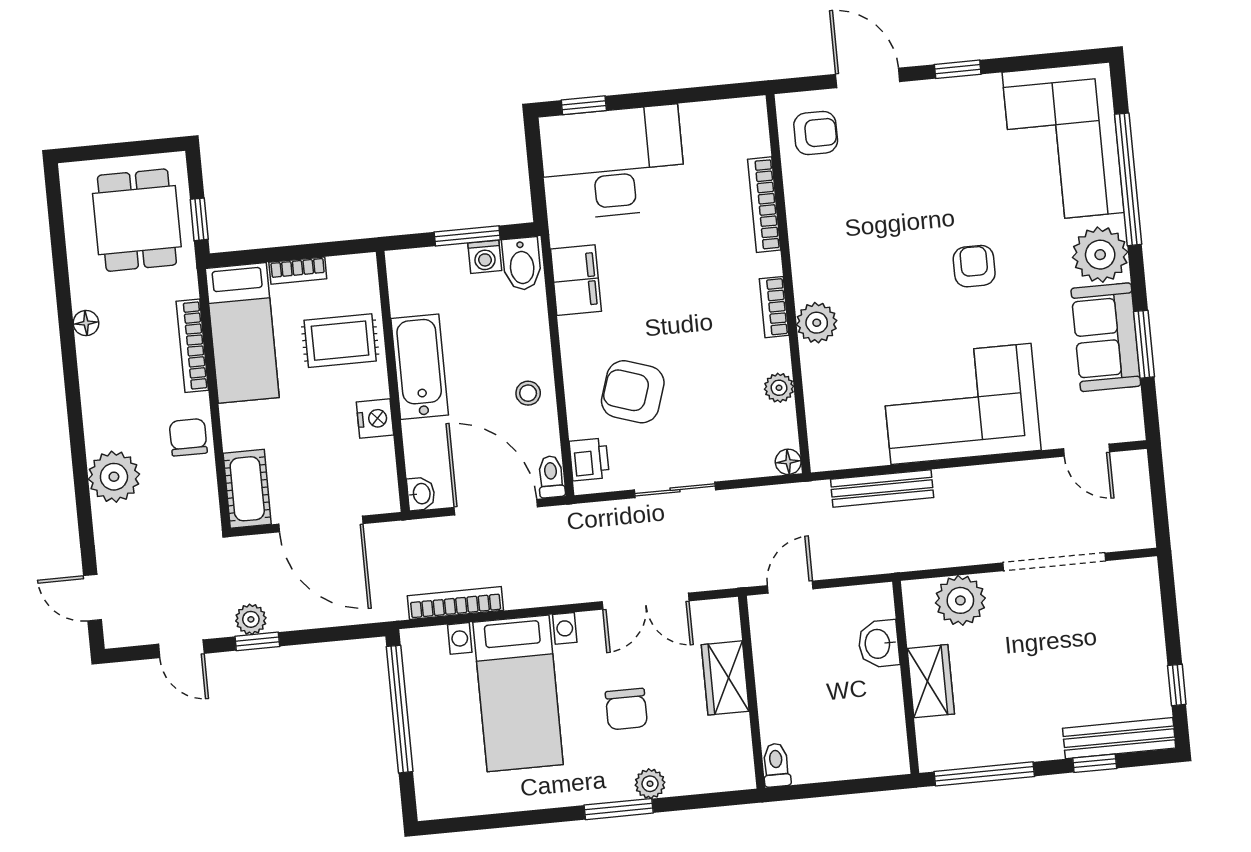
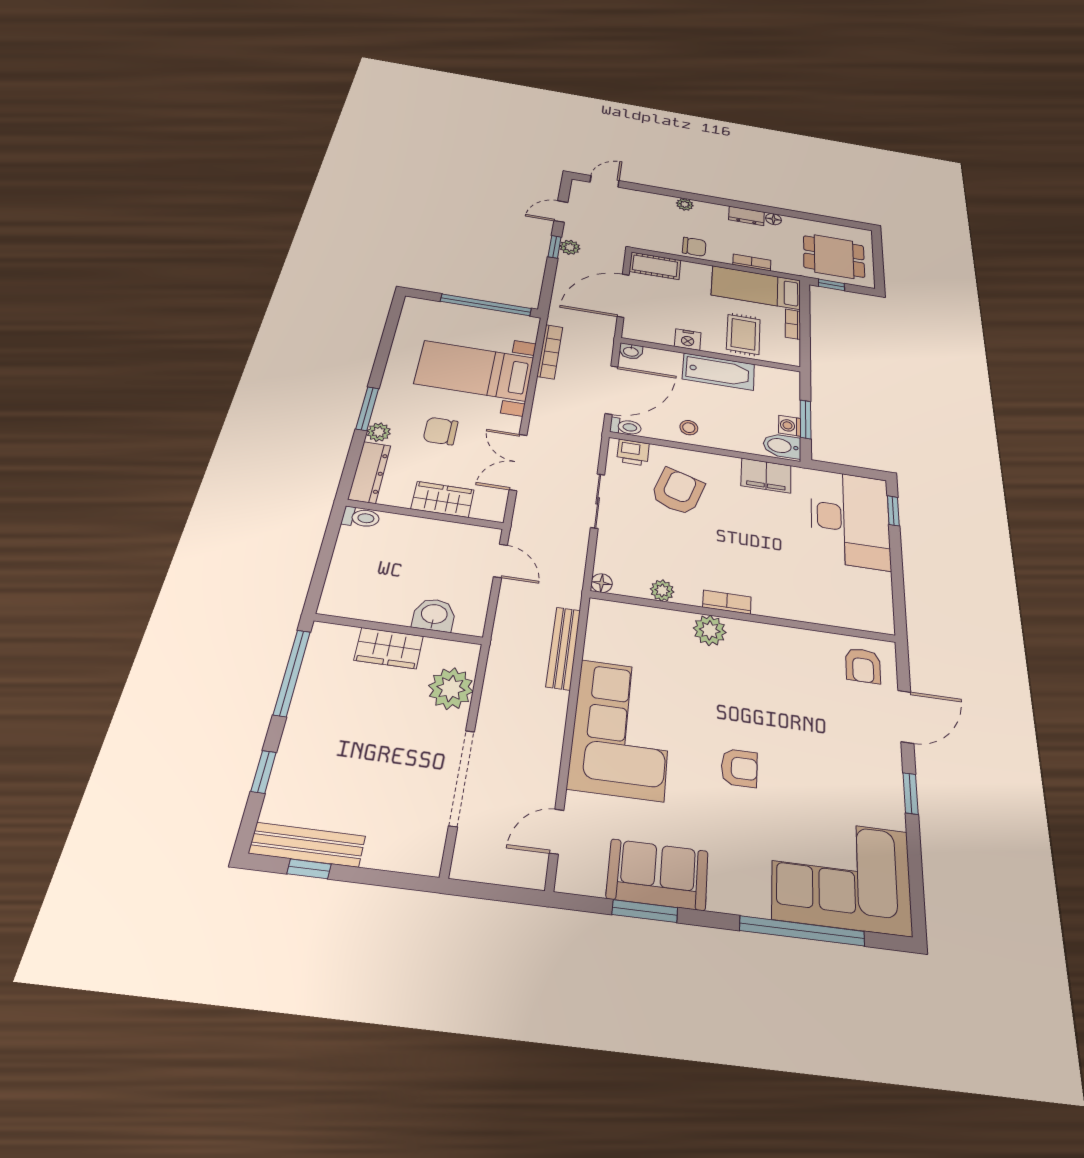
bookcase: (764, 205) -> (809, 614), removed
plant: (1100, 255) -> (735, 887), removed
bookcase: (192, 346) -> (752, 262), width x0.64
dresser: (93, 366) -> (746, 216), added
plant: (114, 477) -> (685, 204), width x0.53, depth x0.53
bench: (1119, 738) -> (307, 845), moved, turned 90
dresser: (711, 776) -> (370, 472), added

